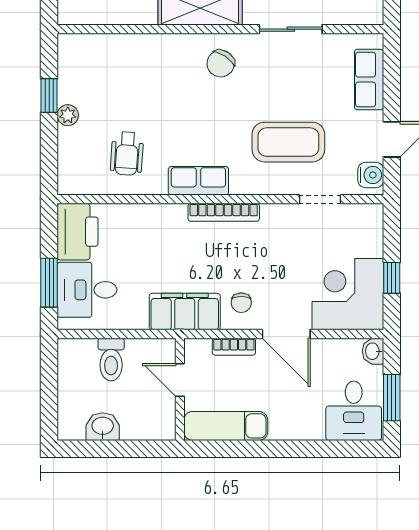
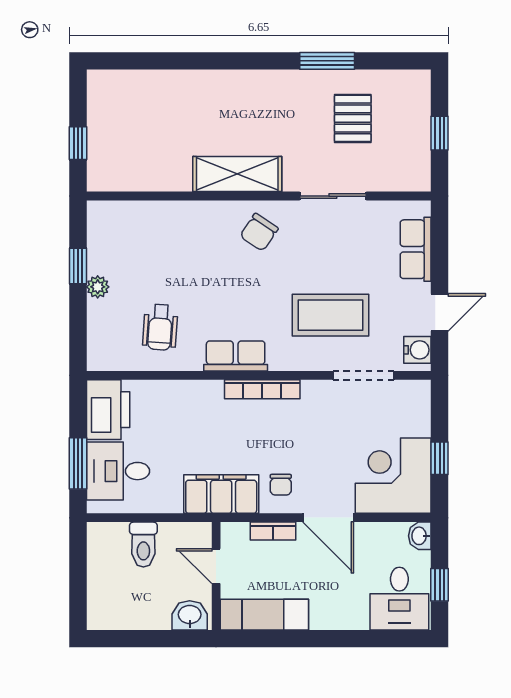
doorway: (320, 199) -> (364, 375), width x1.38
window: (392, 398) -> (440, 585), width x0.67
washbasin: (103, 427) -> (190, 615), moved

